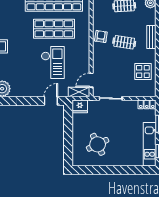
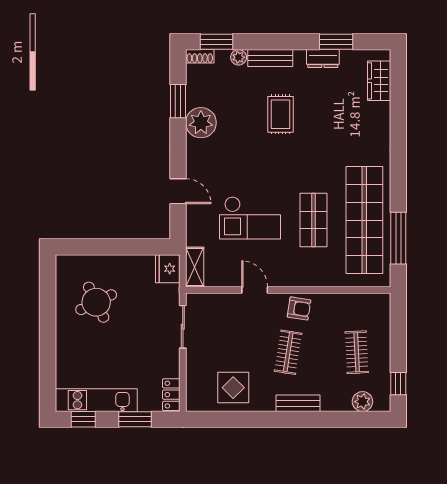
shop shelf: (54, 29) -> (314, 220), width x0.70, depth x0.74
door: (91, 80) -> (255, 290), moved
door: (51, 101) -> (178, 191), moved

